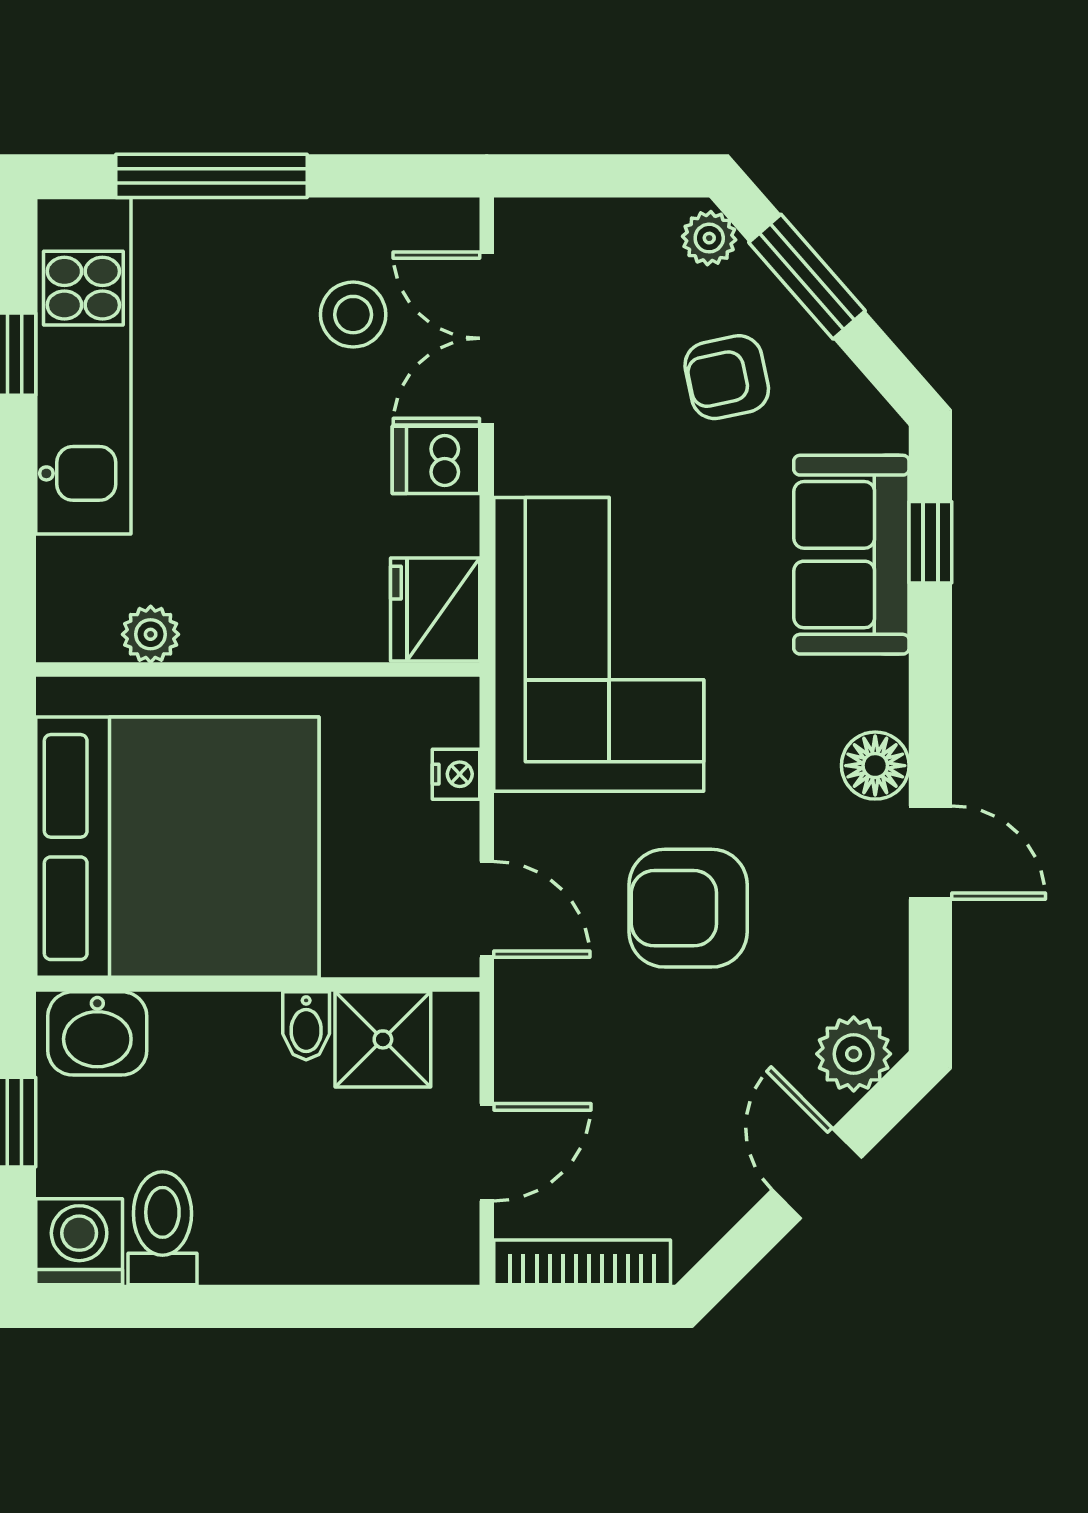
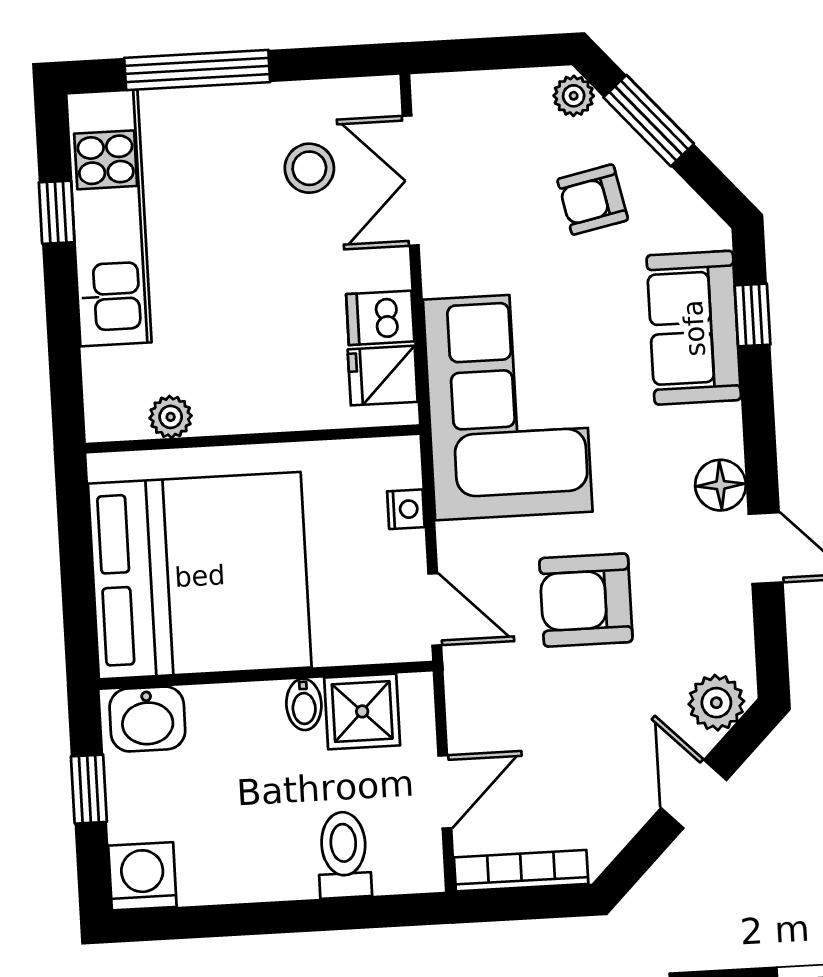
dishwasher: (436, 460) -> (380, 318), moved
fridge: (435, 610) -> (383, 376), width x0.72
toilet: (162, 1228) -> (344, 855), moved

